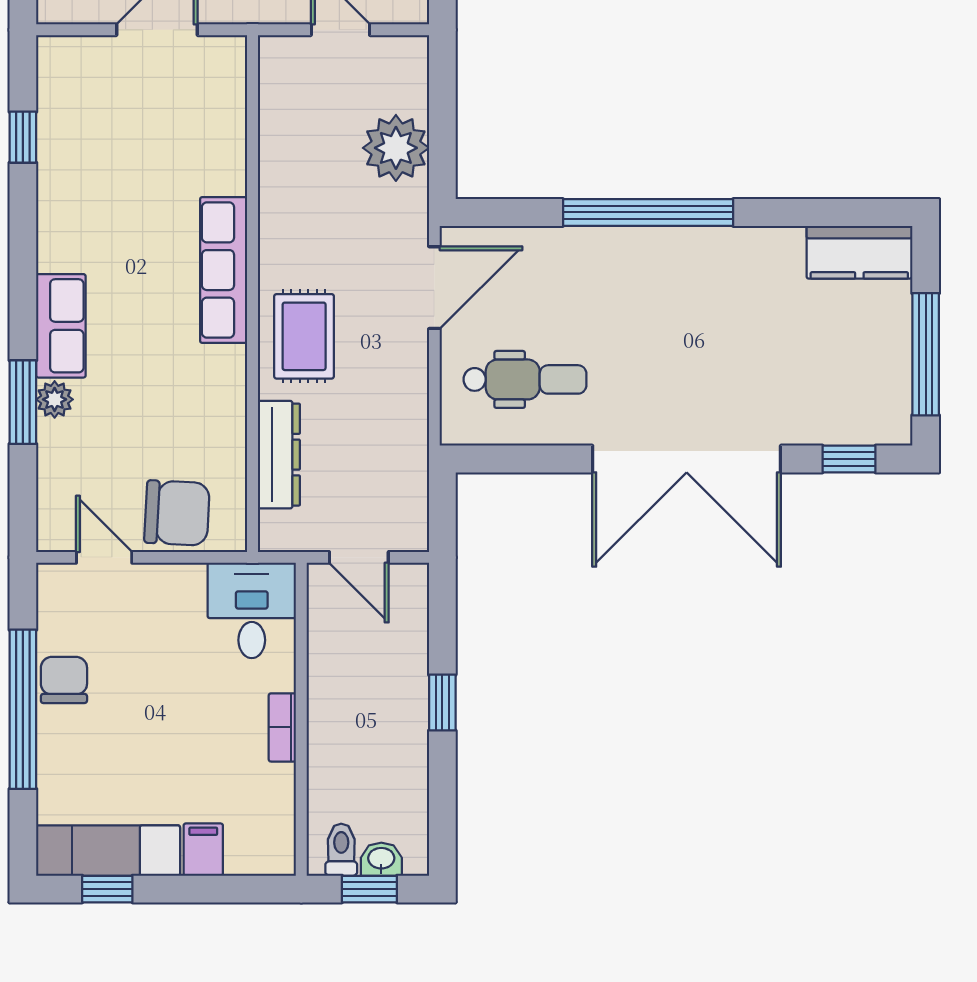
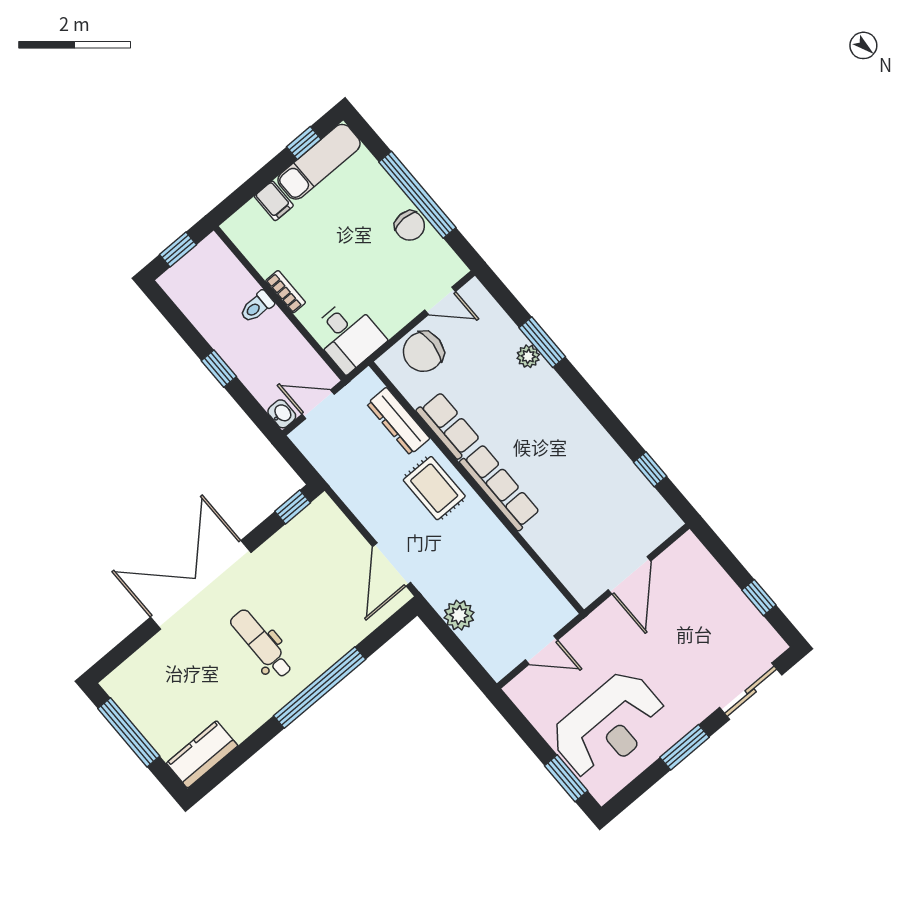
plant: (396, 148) -> (459, 615), width x0.73, depth x0.73
row of seats: (61, 326) -> (448, 425), moved, turned 180
dental chair: (525, 379) -> (261, 644), moved, turned 90
window: (849, 459) -> (293, 507), moved
toilet: (341, 850) -> (257, 307), moved, turned 90
washbasin: (381, 859) -> (282, 414), moved, turned -90

